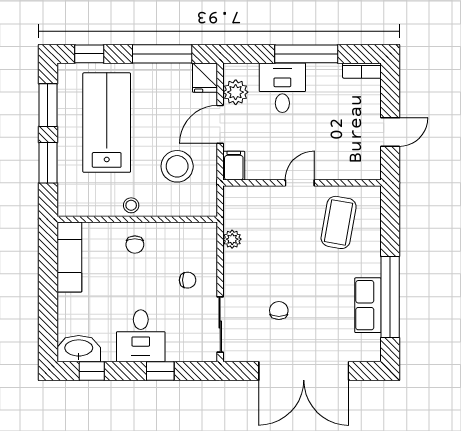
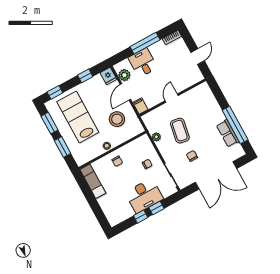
window: (162, 54) -> (85, 76), width x0.46
coffee table: (339, 222) -> (180, 131), moved
desk: (141, 336) -> (144, 196), width x1.37
washbasin: (79, 349) -> (118, 217), removed
window: (92, 371) -> (141, 217), moved

